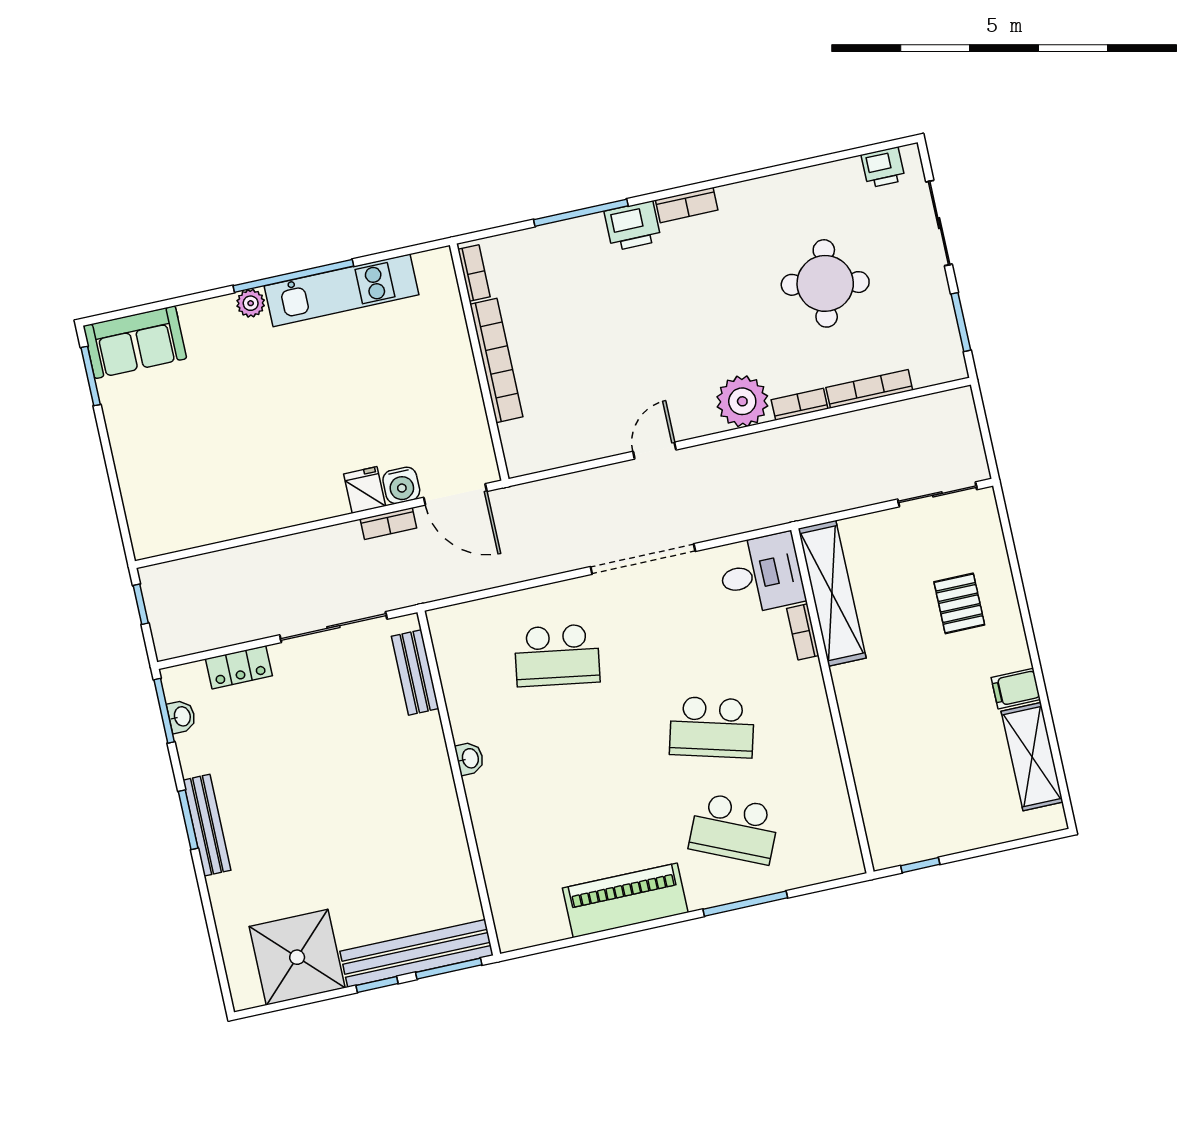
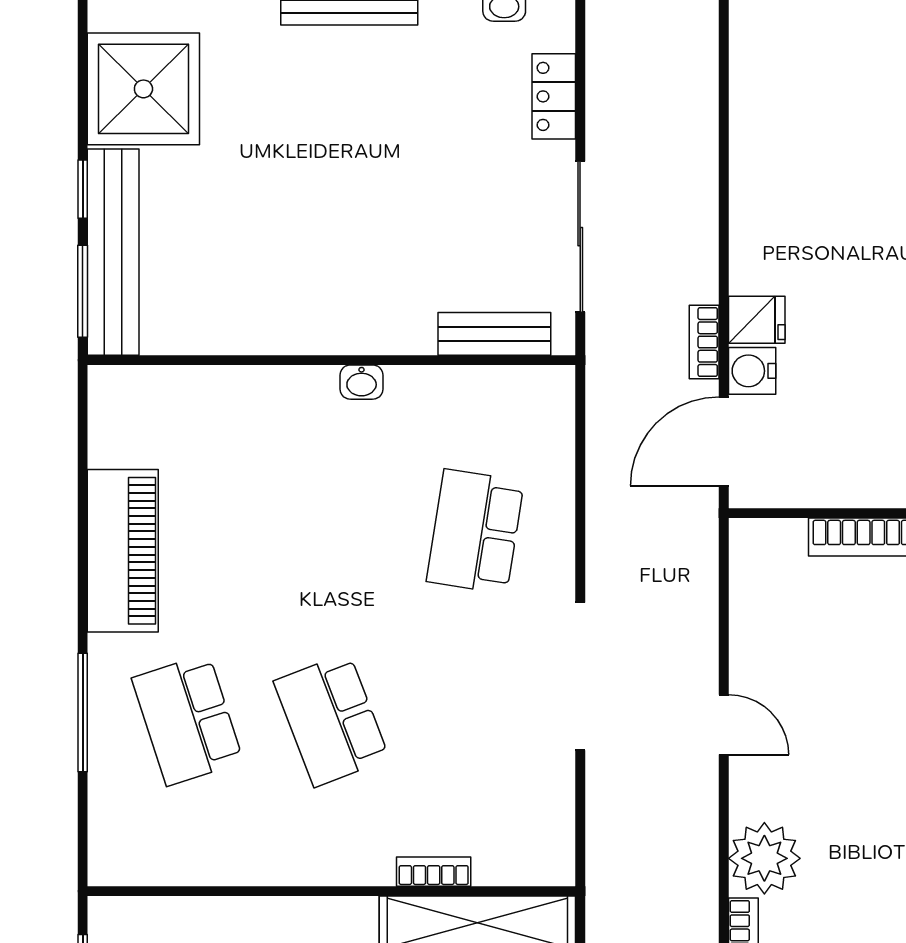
desk: (761, 574) -> (525, 832), removed
school desk: (712, 727) -> (331, 720), turned -36
school desk: (734, 829) -> (188, 720), turned -42

